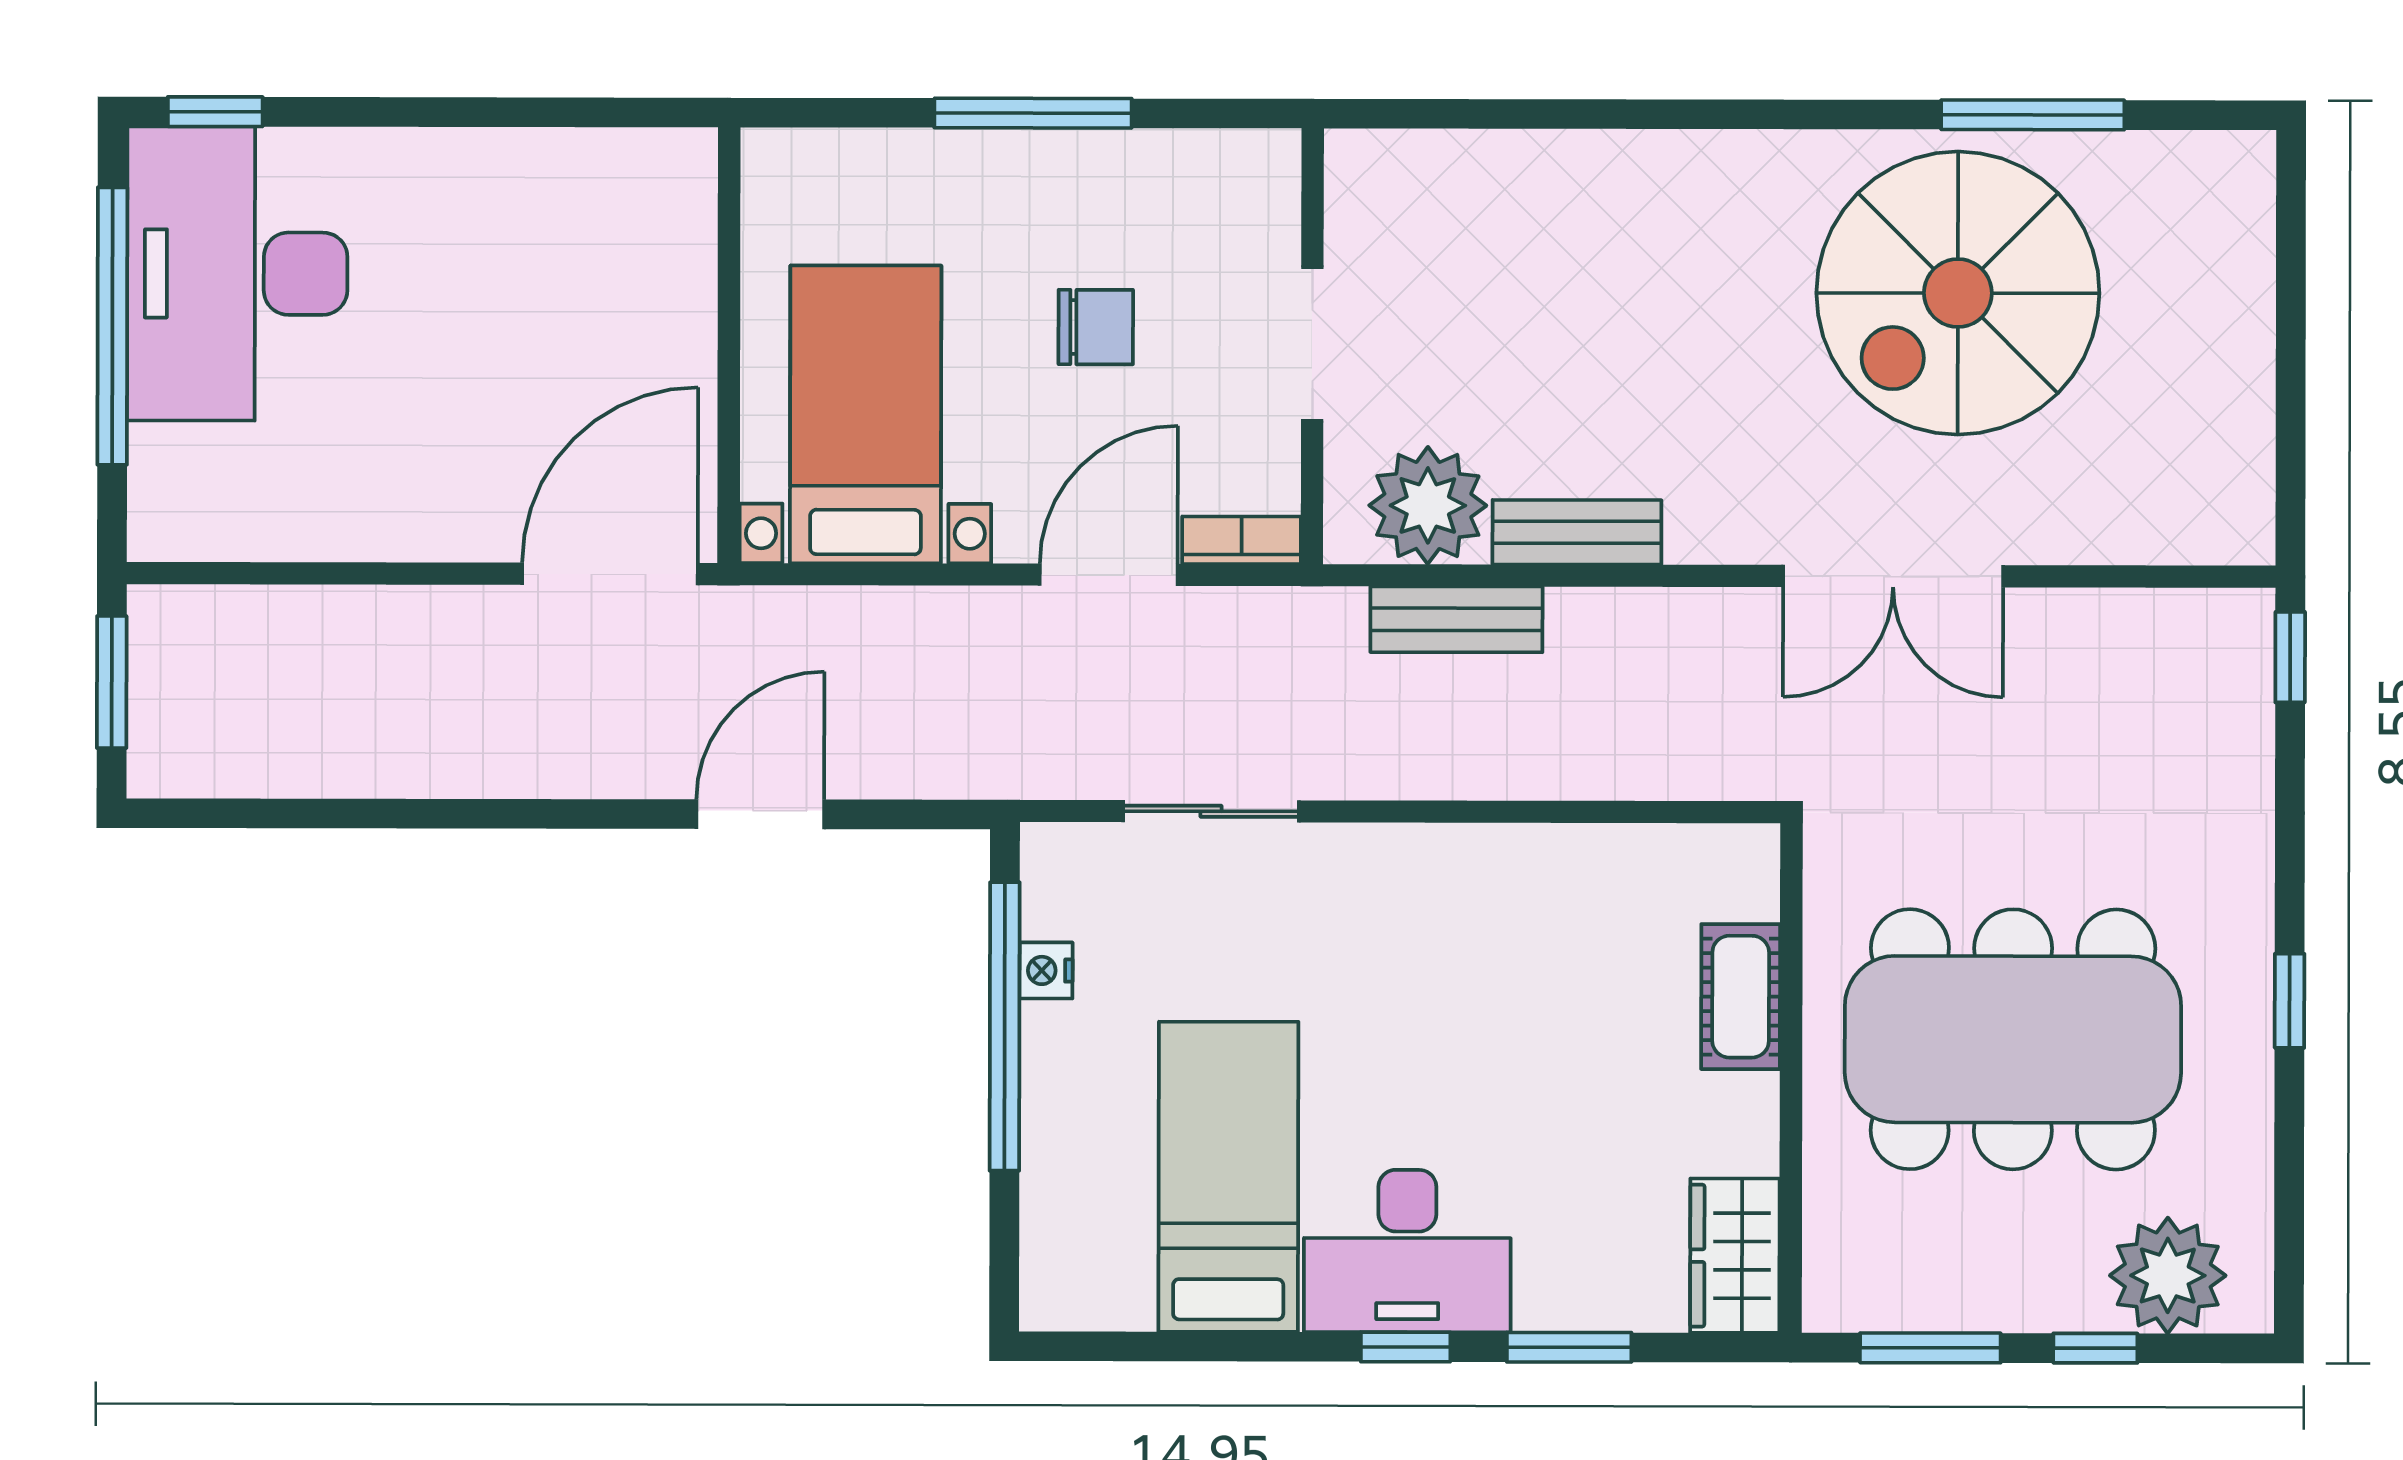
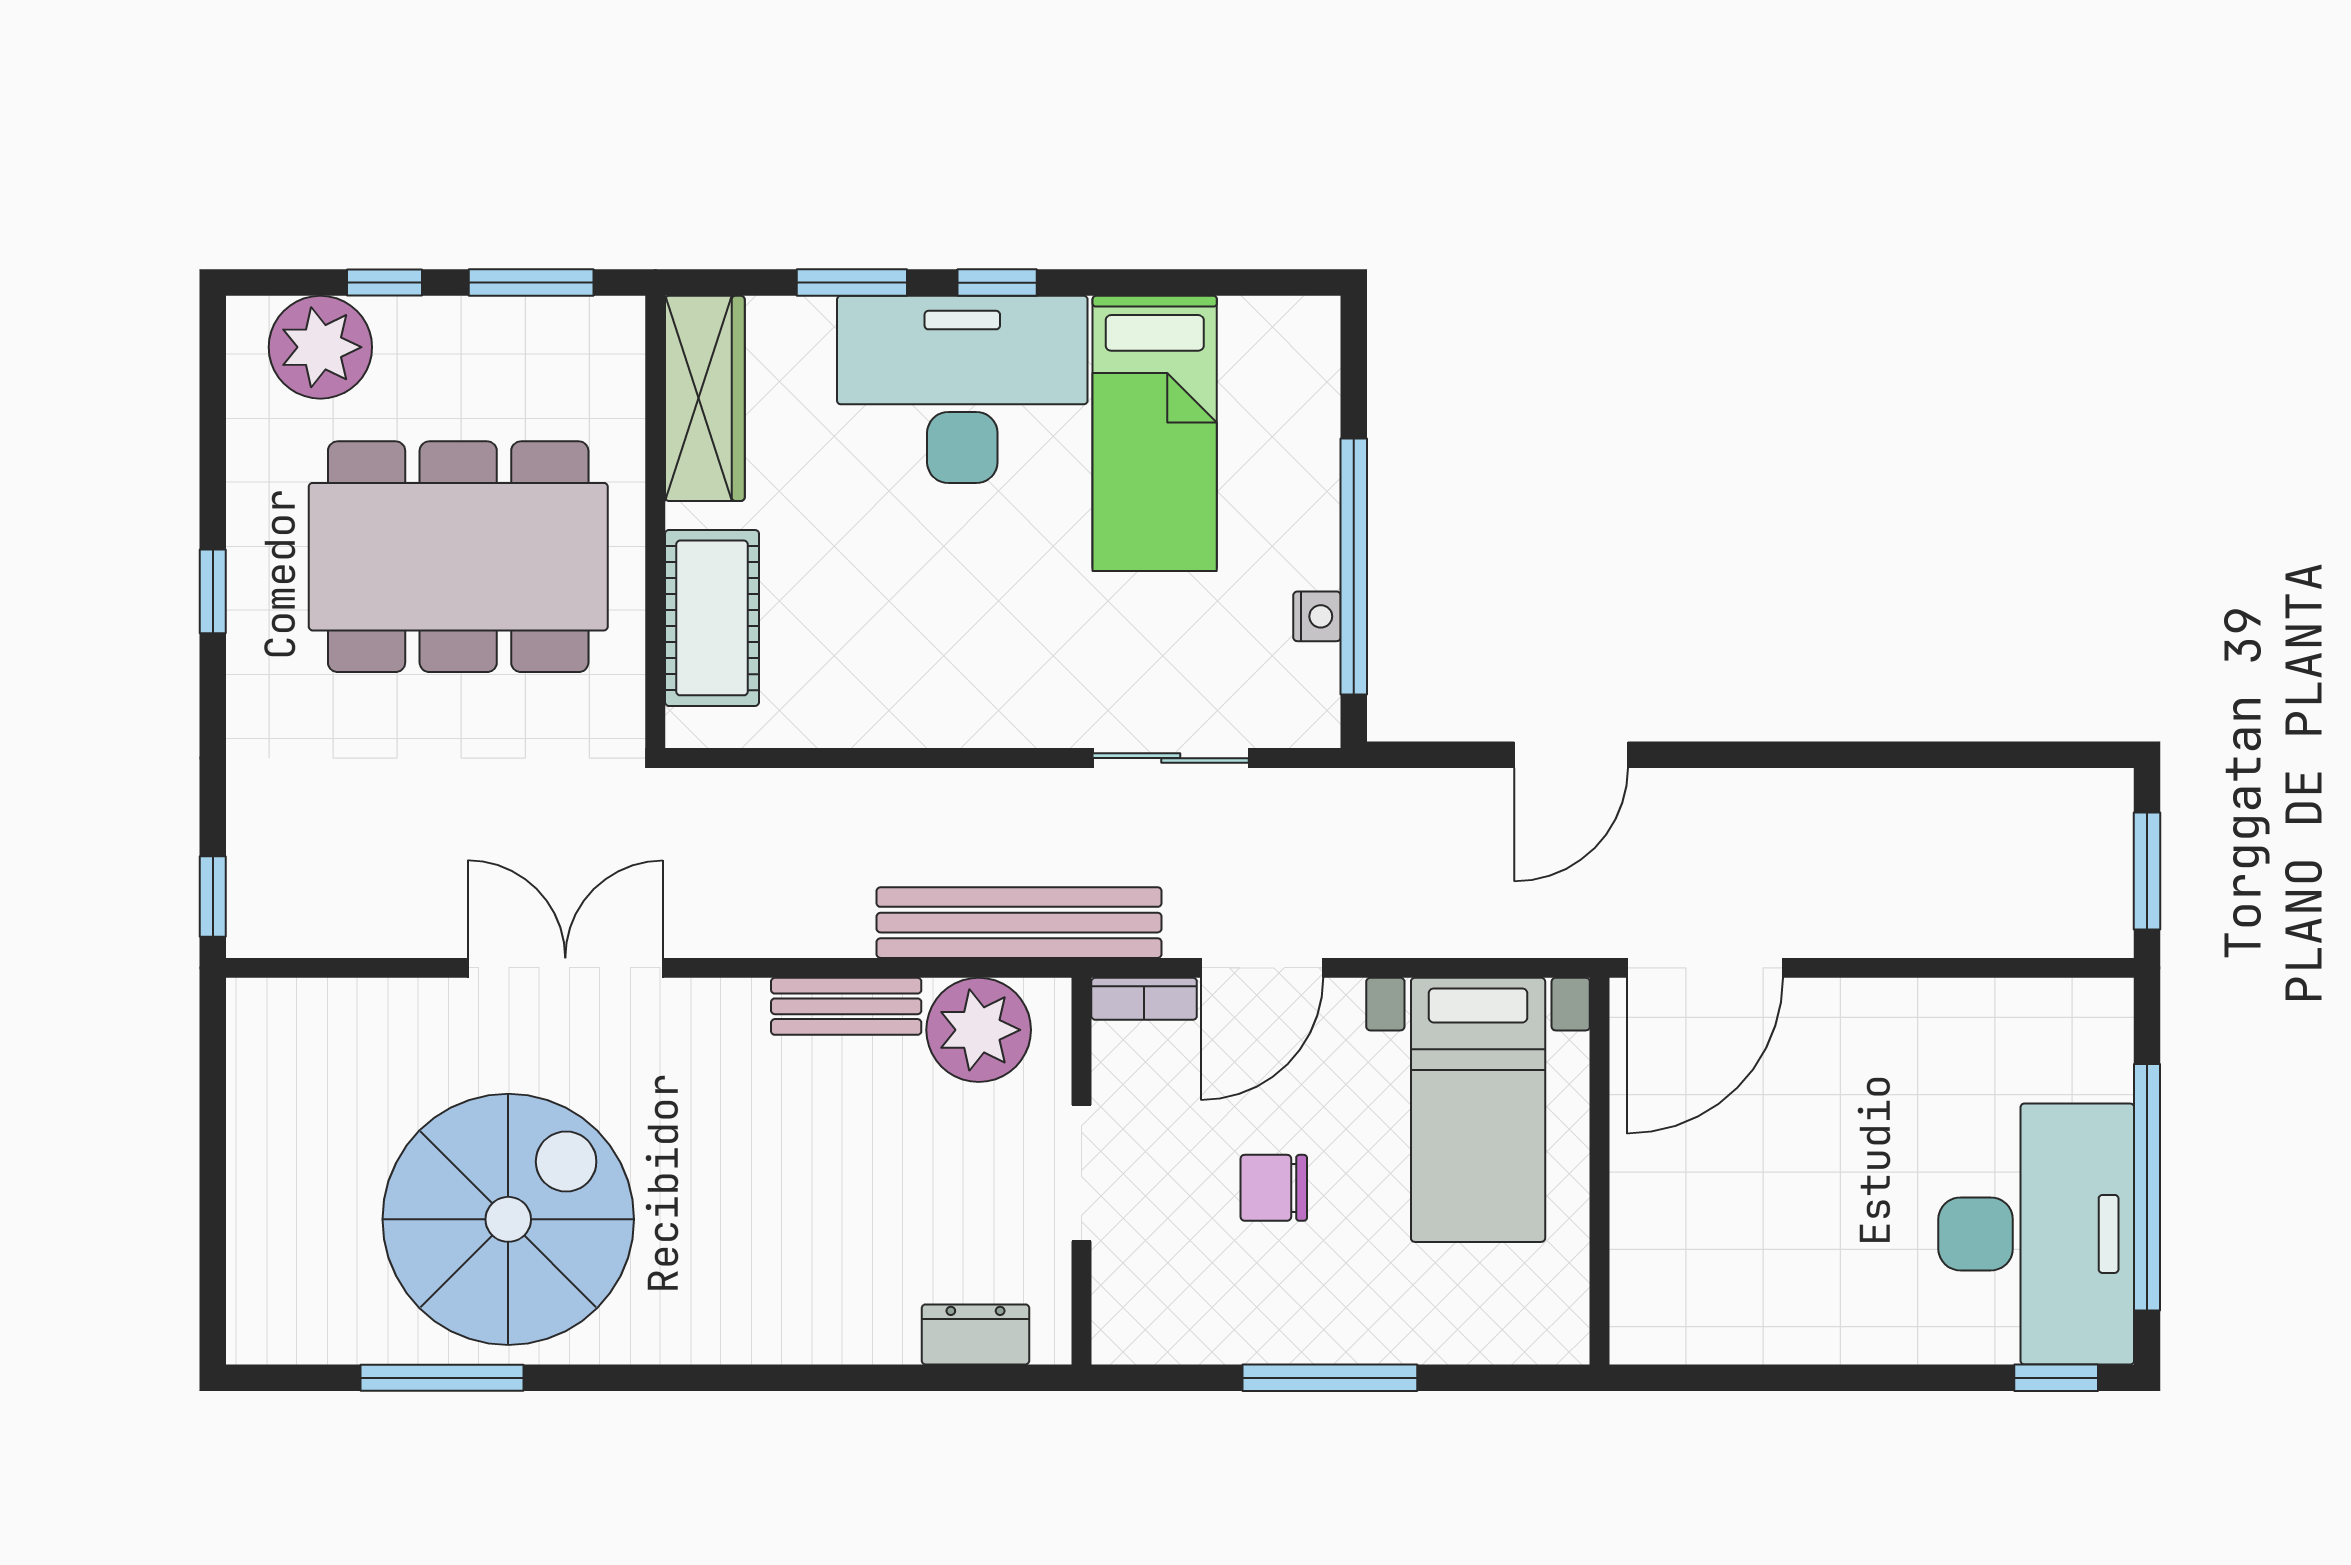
dresser: (1432, 163) -> (975, 1334), added
bench: (1456, 619) -> (1019, 923), width x1.86, depth x1.21
cot: (1741, 997) -> (712, 618), width x1.37, depth x1.34
desk: (1407, 1251) -> (962, 389), width x1.36, depth x1.30
wardrobe: (1735, 1256) -> (705, 398), width x1.50

